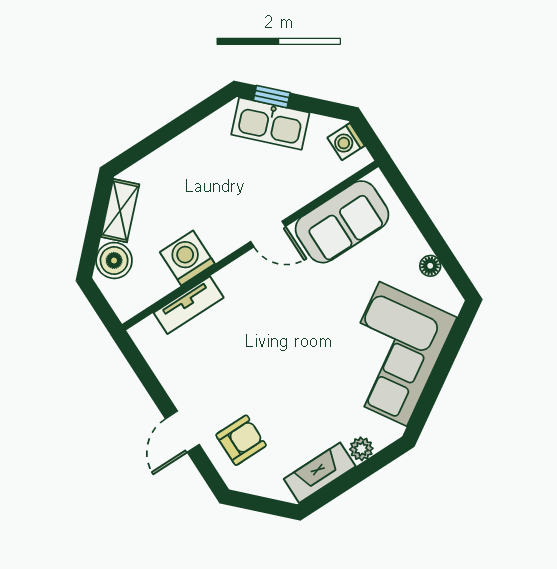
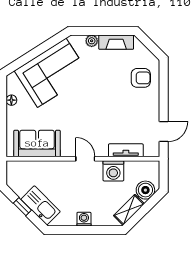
window: (272, 97) -> (22, 207), moved
washing machine: (346, 142) -> (84, 219), moved, turned -90
door: (268, 234) -> (85, 159), moved
door: (182, 432) -> (164, 132), moved
armchair: (241, 440) -> (141, 78), turned 180

